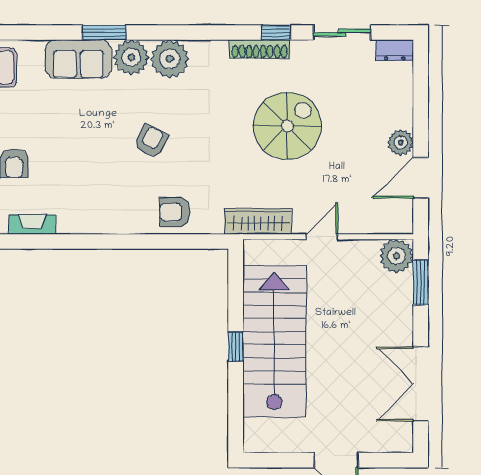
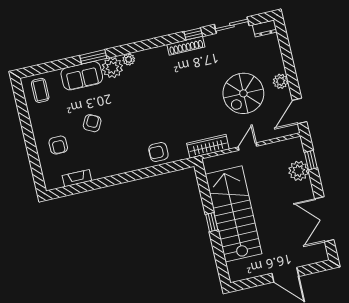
plant: (170, 59) -> (129, 59), width x0.53, depth x0.53
spiral stairs: (287, 126) -> (243, 93), moved, turned 180
armchair: (151, 141) -> (92, 123), moved
door: (421, 178) -> (300, 111), moved
plant: (396, 256) -> (298, 171), moved
window: (421, 283) -> (311, 160), width x0.67

